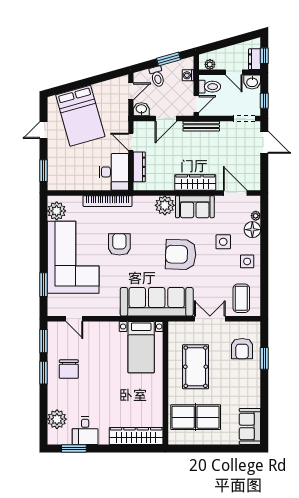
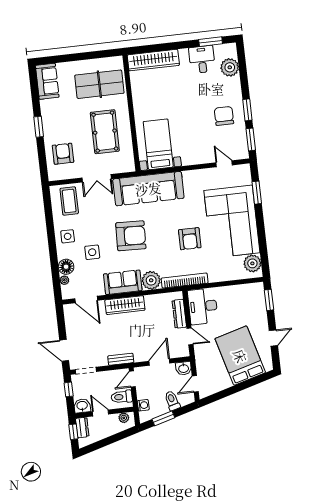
bench: (201, 126) -> (121, 359), width x0.73
bookcase: (108, 201) -> (185, 281), moved
window: (264, 358) -> (39, 127), moved

